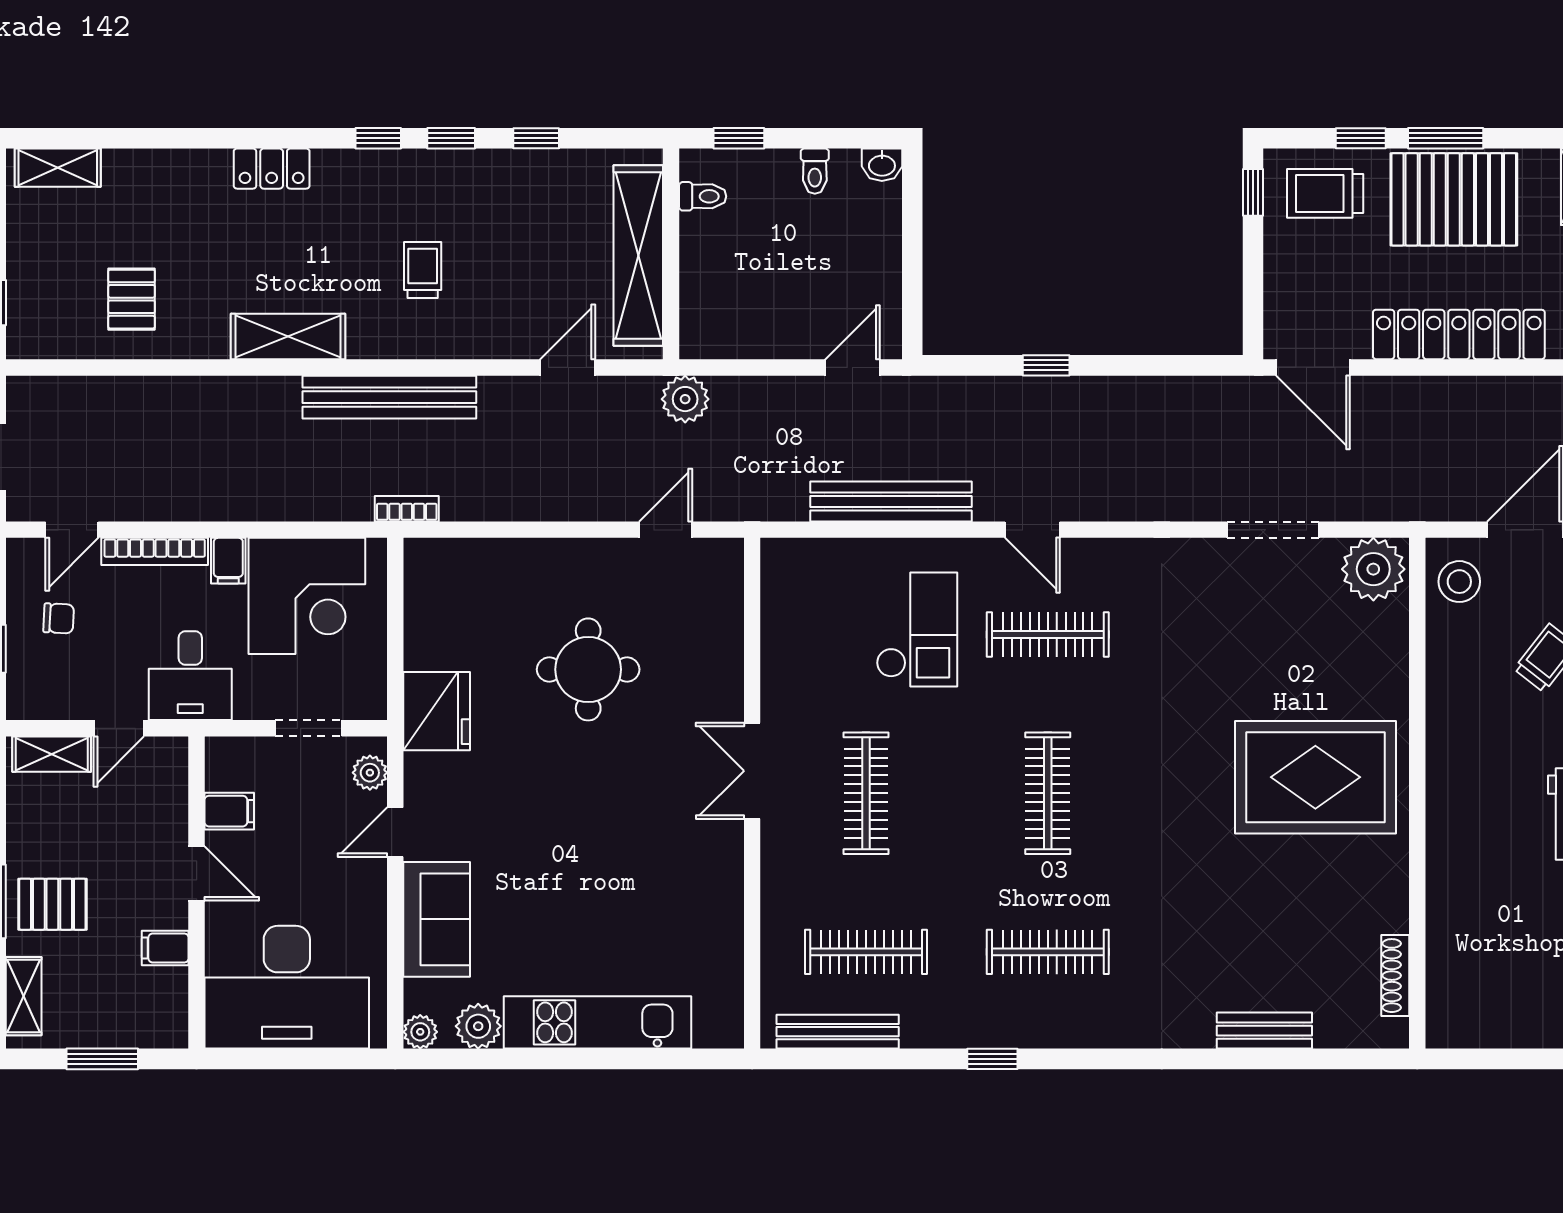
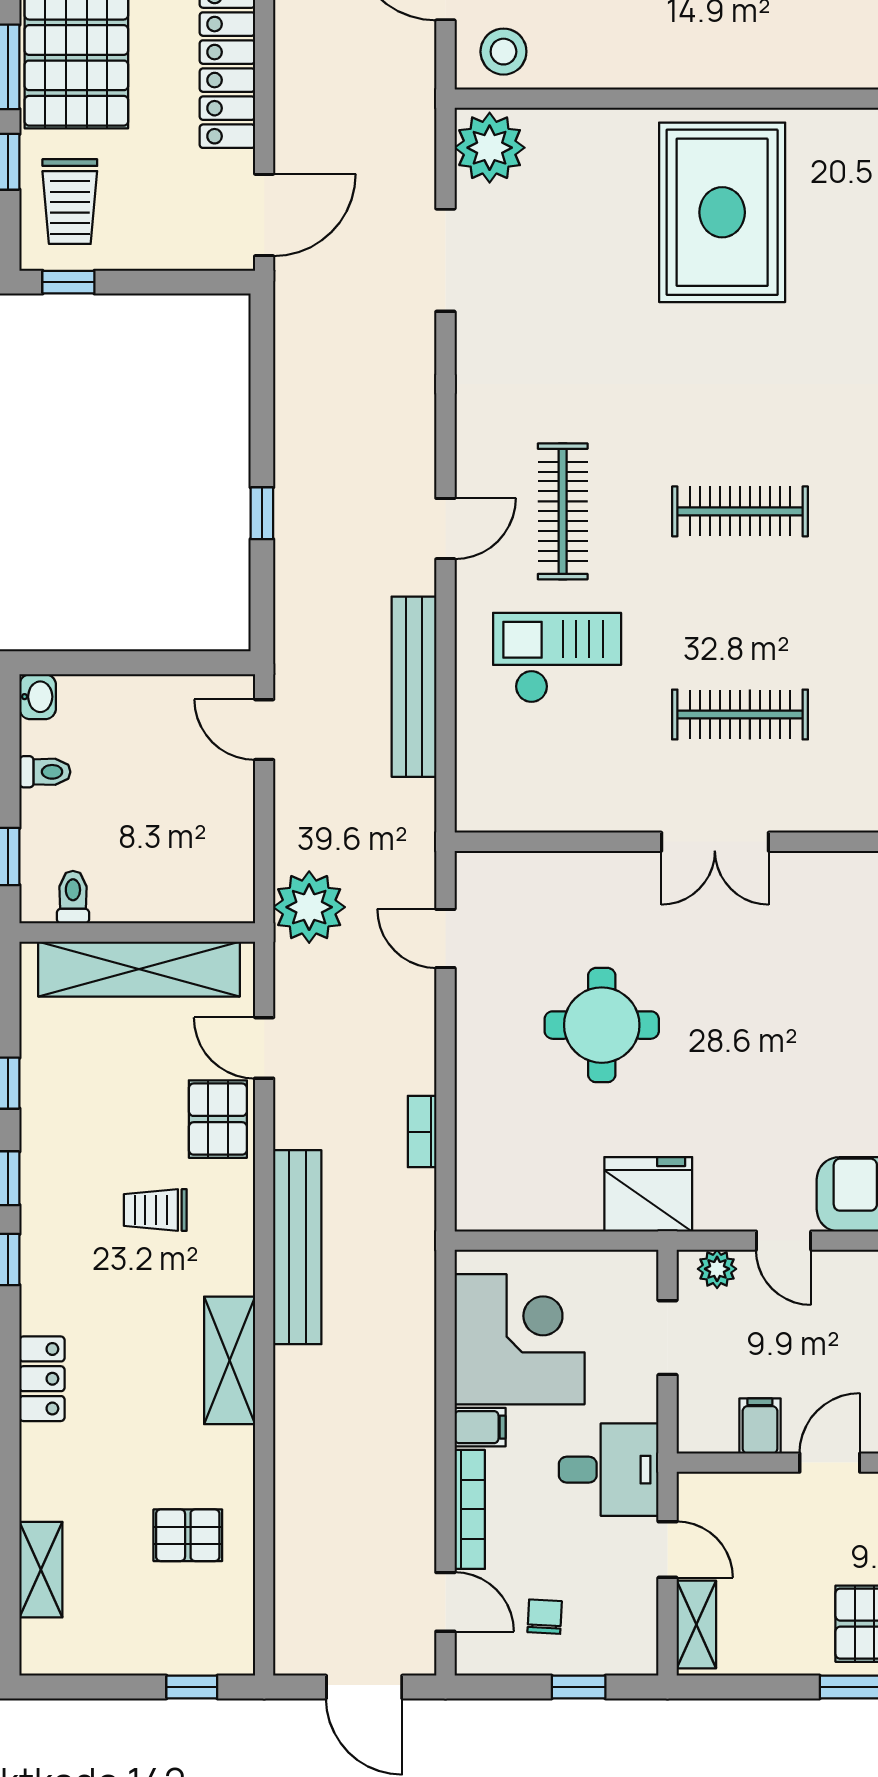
shelving: (58, 168) -> (41, 1570), moved
pallet: (504, 326) -> (218, 1119), added
plant: (685, 399) -> (309, 907), width x1.36, depth x1.36
bookcase: (407, 509) -> (422, 1132), moved

